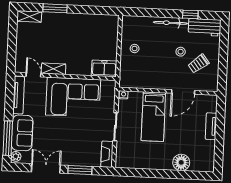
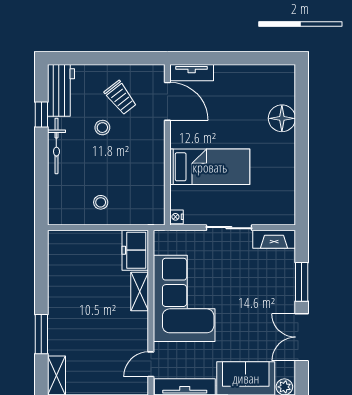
shelving: (54, 69) -> (140, 291), moved
door: (183, 92) -> (167, 101), moved
tv unit: (211, 126) -> (192, 73), moved

